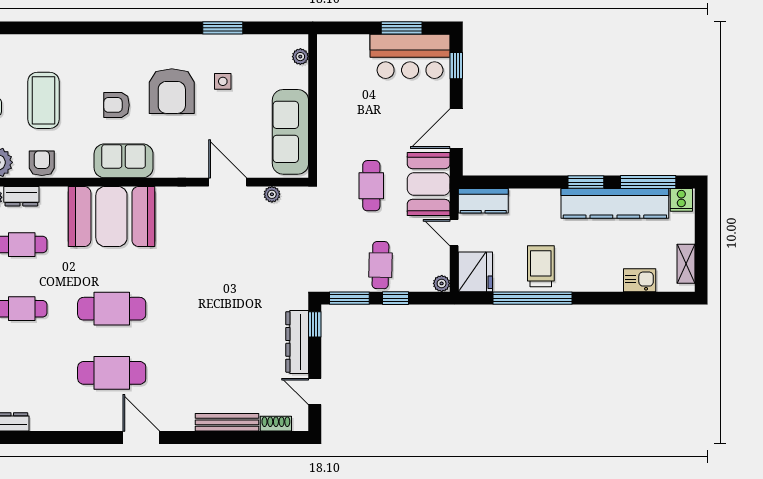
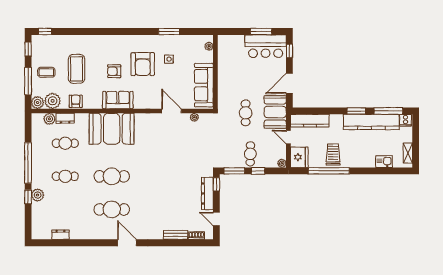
kitchen counter: (483, 201) -> (310, 121), width x1.50
bench: (227, 422) -> (176, 235), width x0.73

